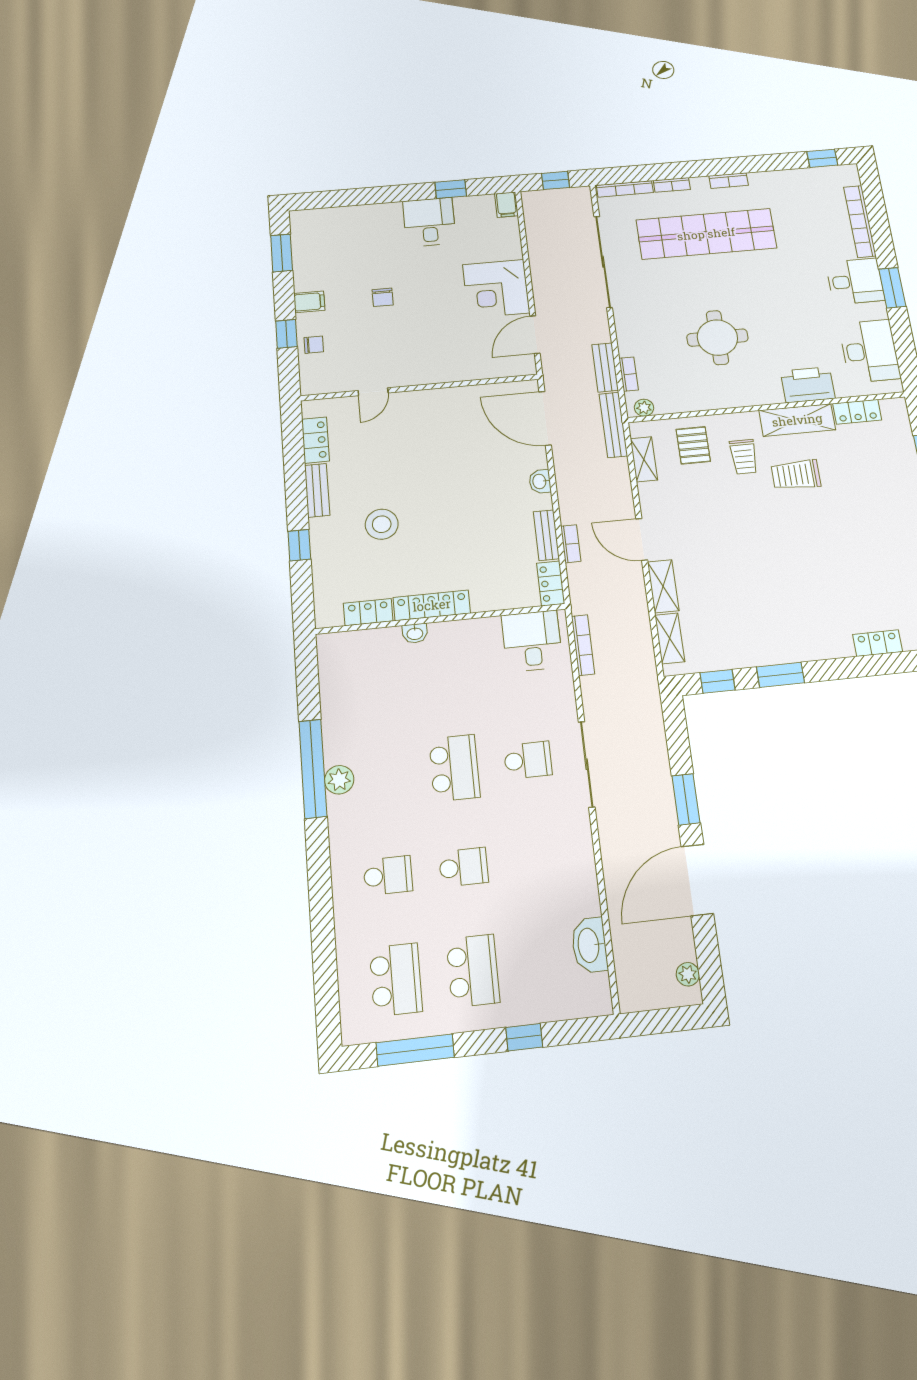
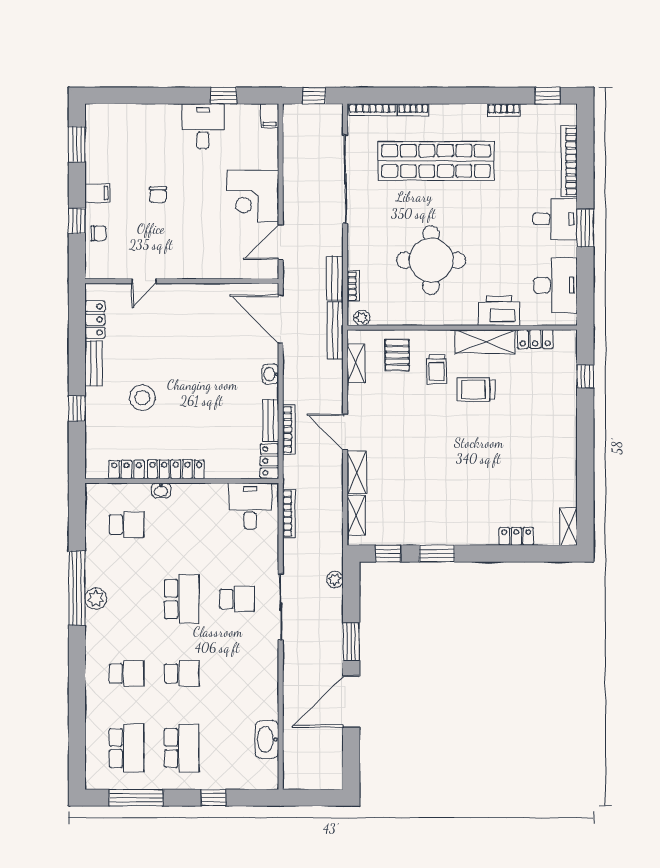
bookcase: (729, 181) -> (504, 110), moved
round table: (717, 338) -> (431, 260), width x1.36, depth x1.36
bookcase: (571, 544) -> (289, 430), width x1.56
school desk: (373, 680) -> (126, 525), added
plant: (688, 974) -> (335, 580), moved

